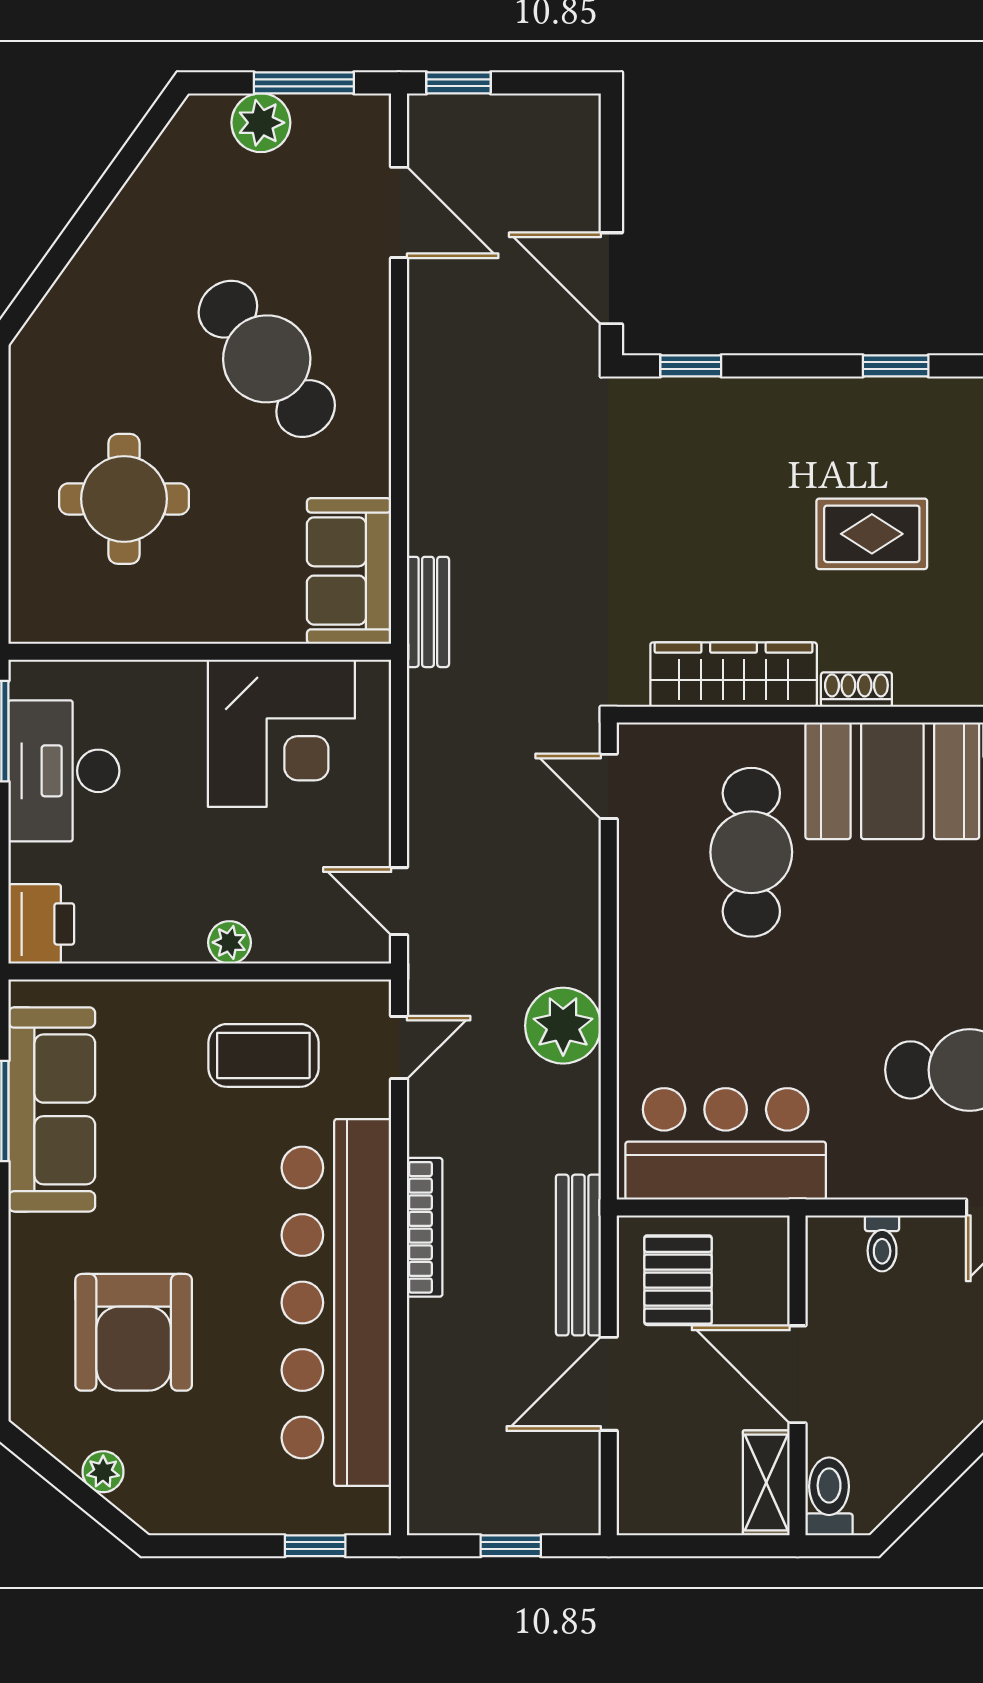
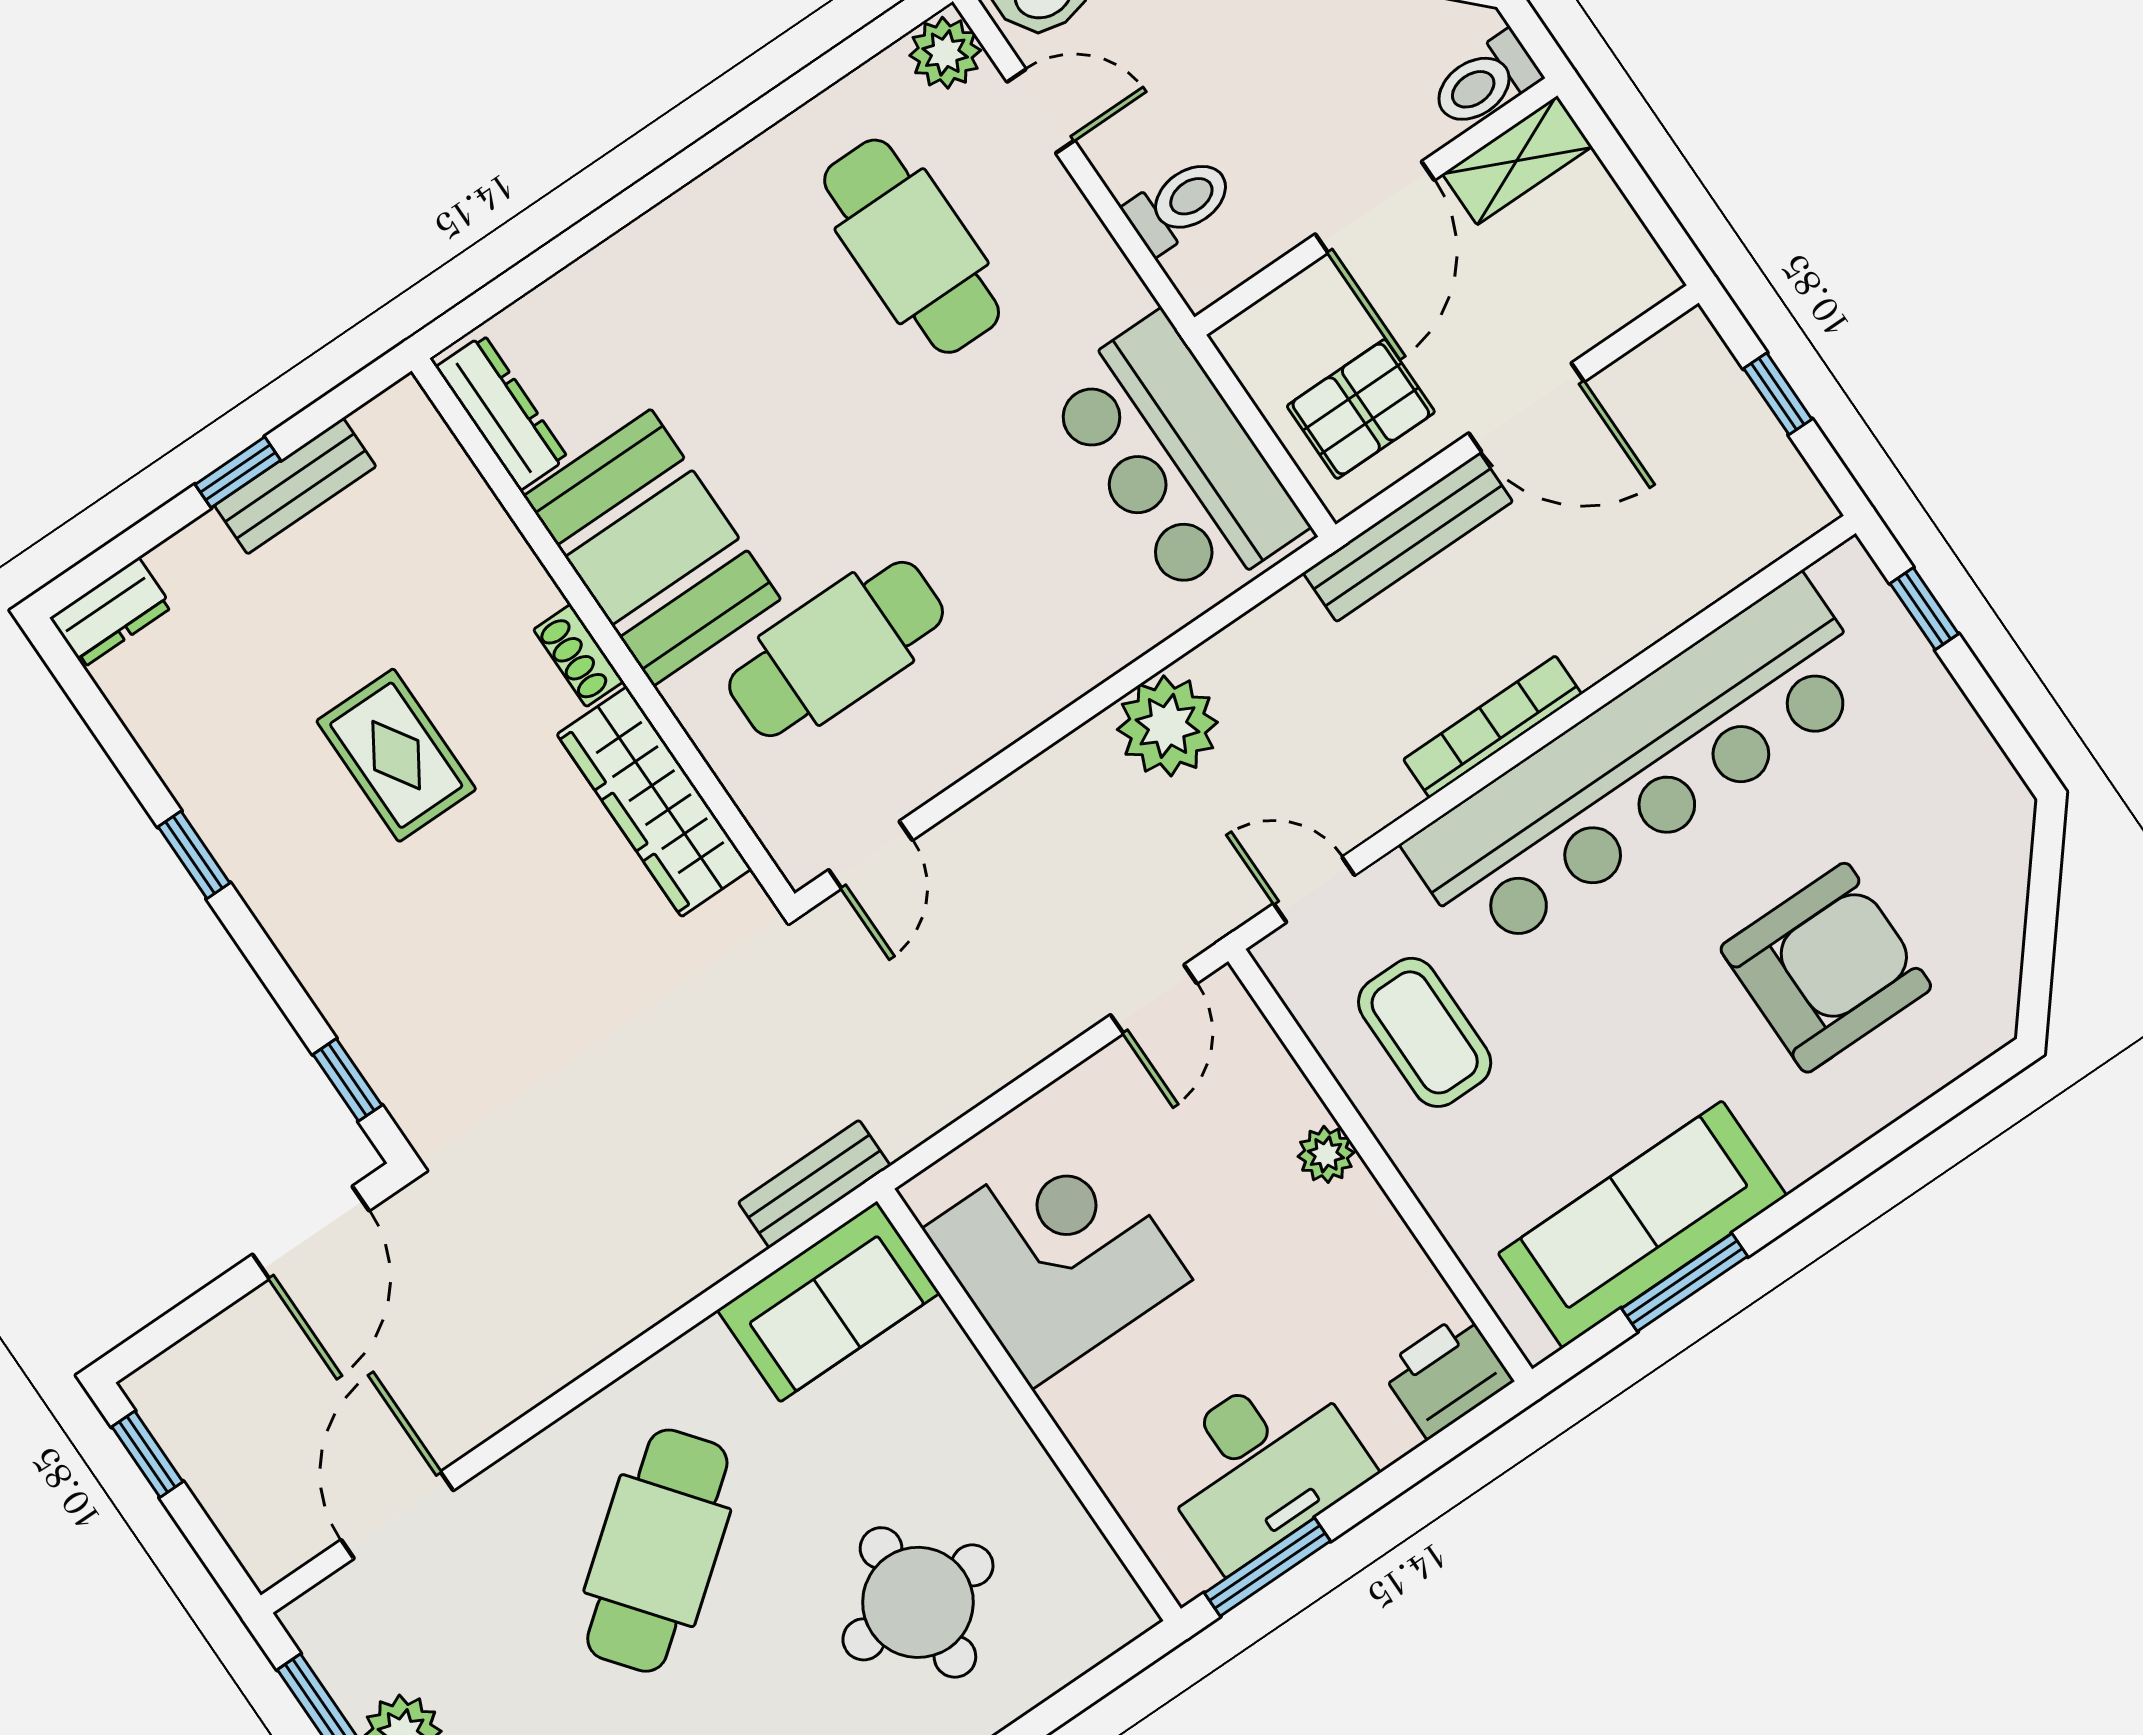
window: (458, 83) -> (147, 1454), moved
toilet: (882, 1243) -> (1179, 204), width x1.37, depth x1.39
plant: (103, 1472) -> (2002, 897), removed

